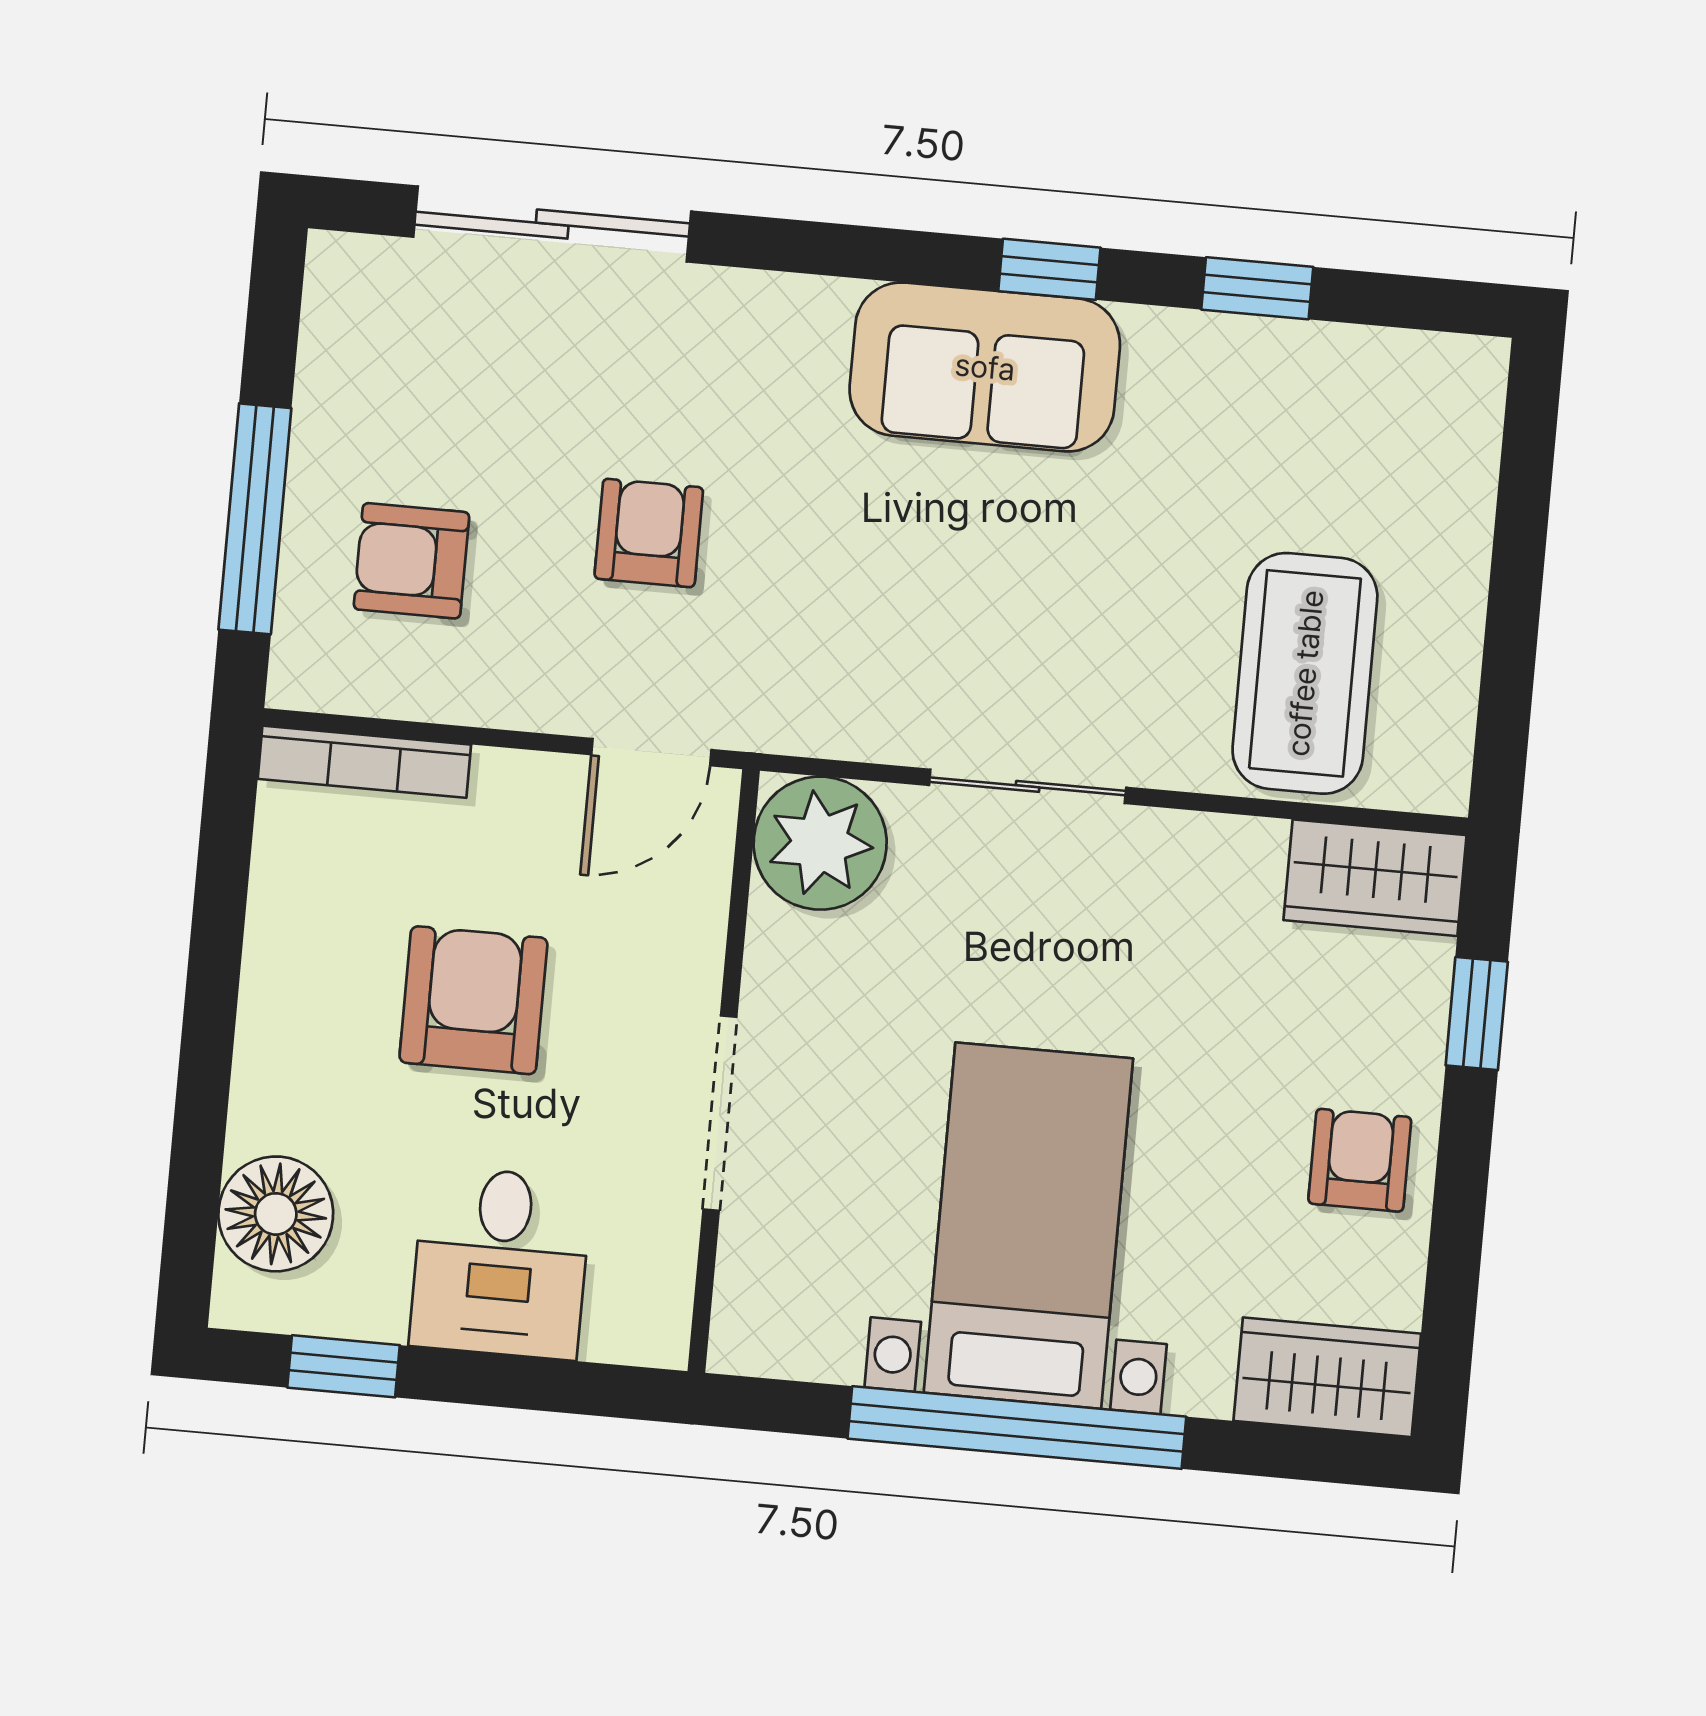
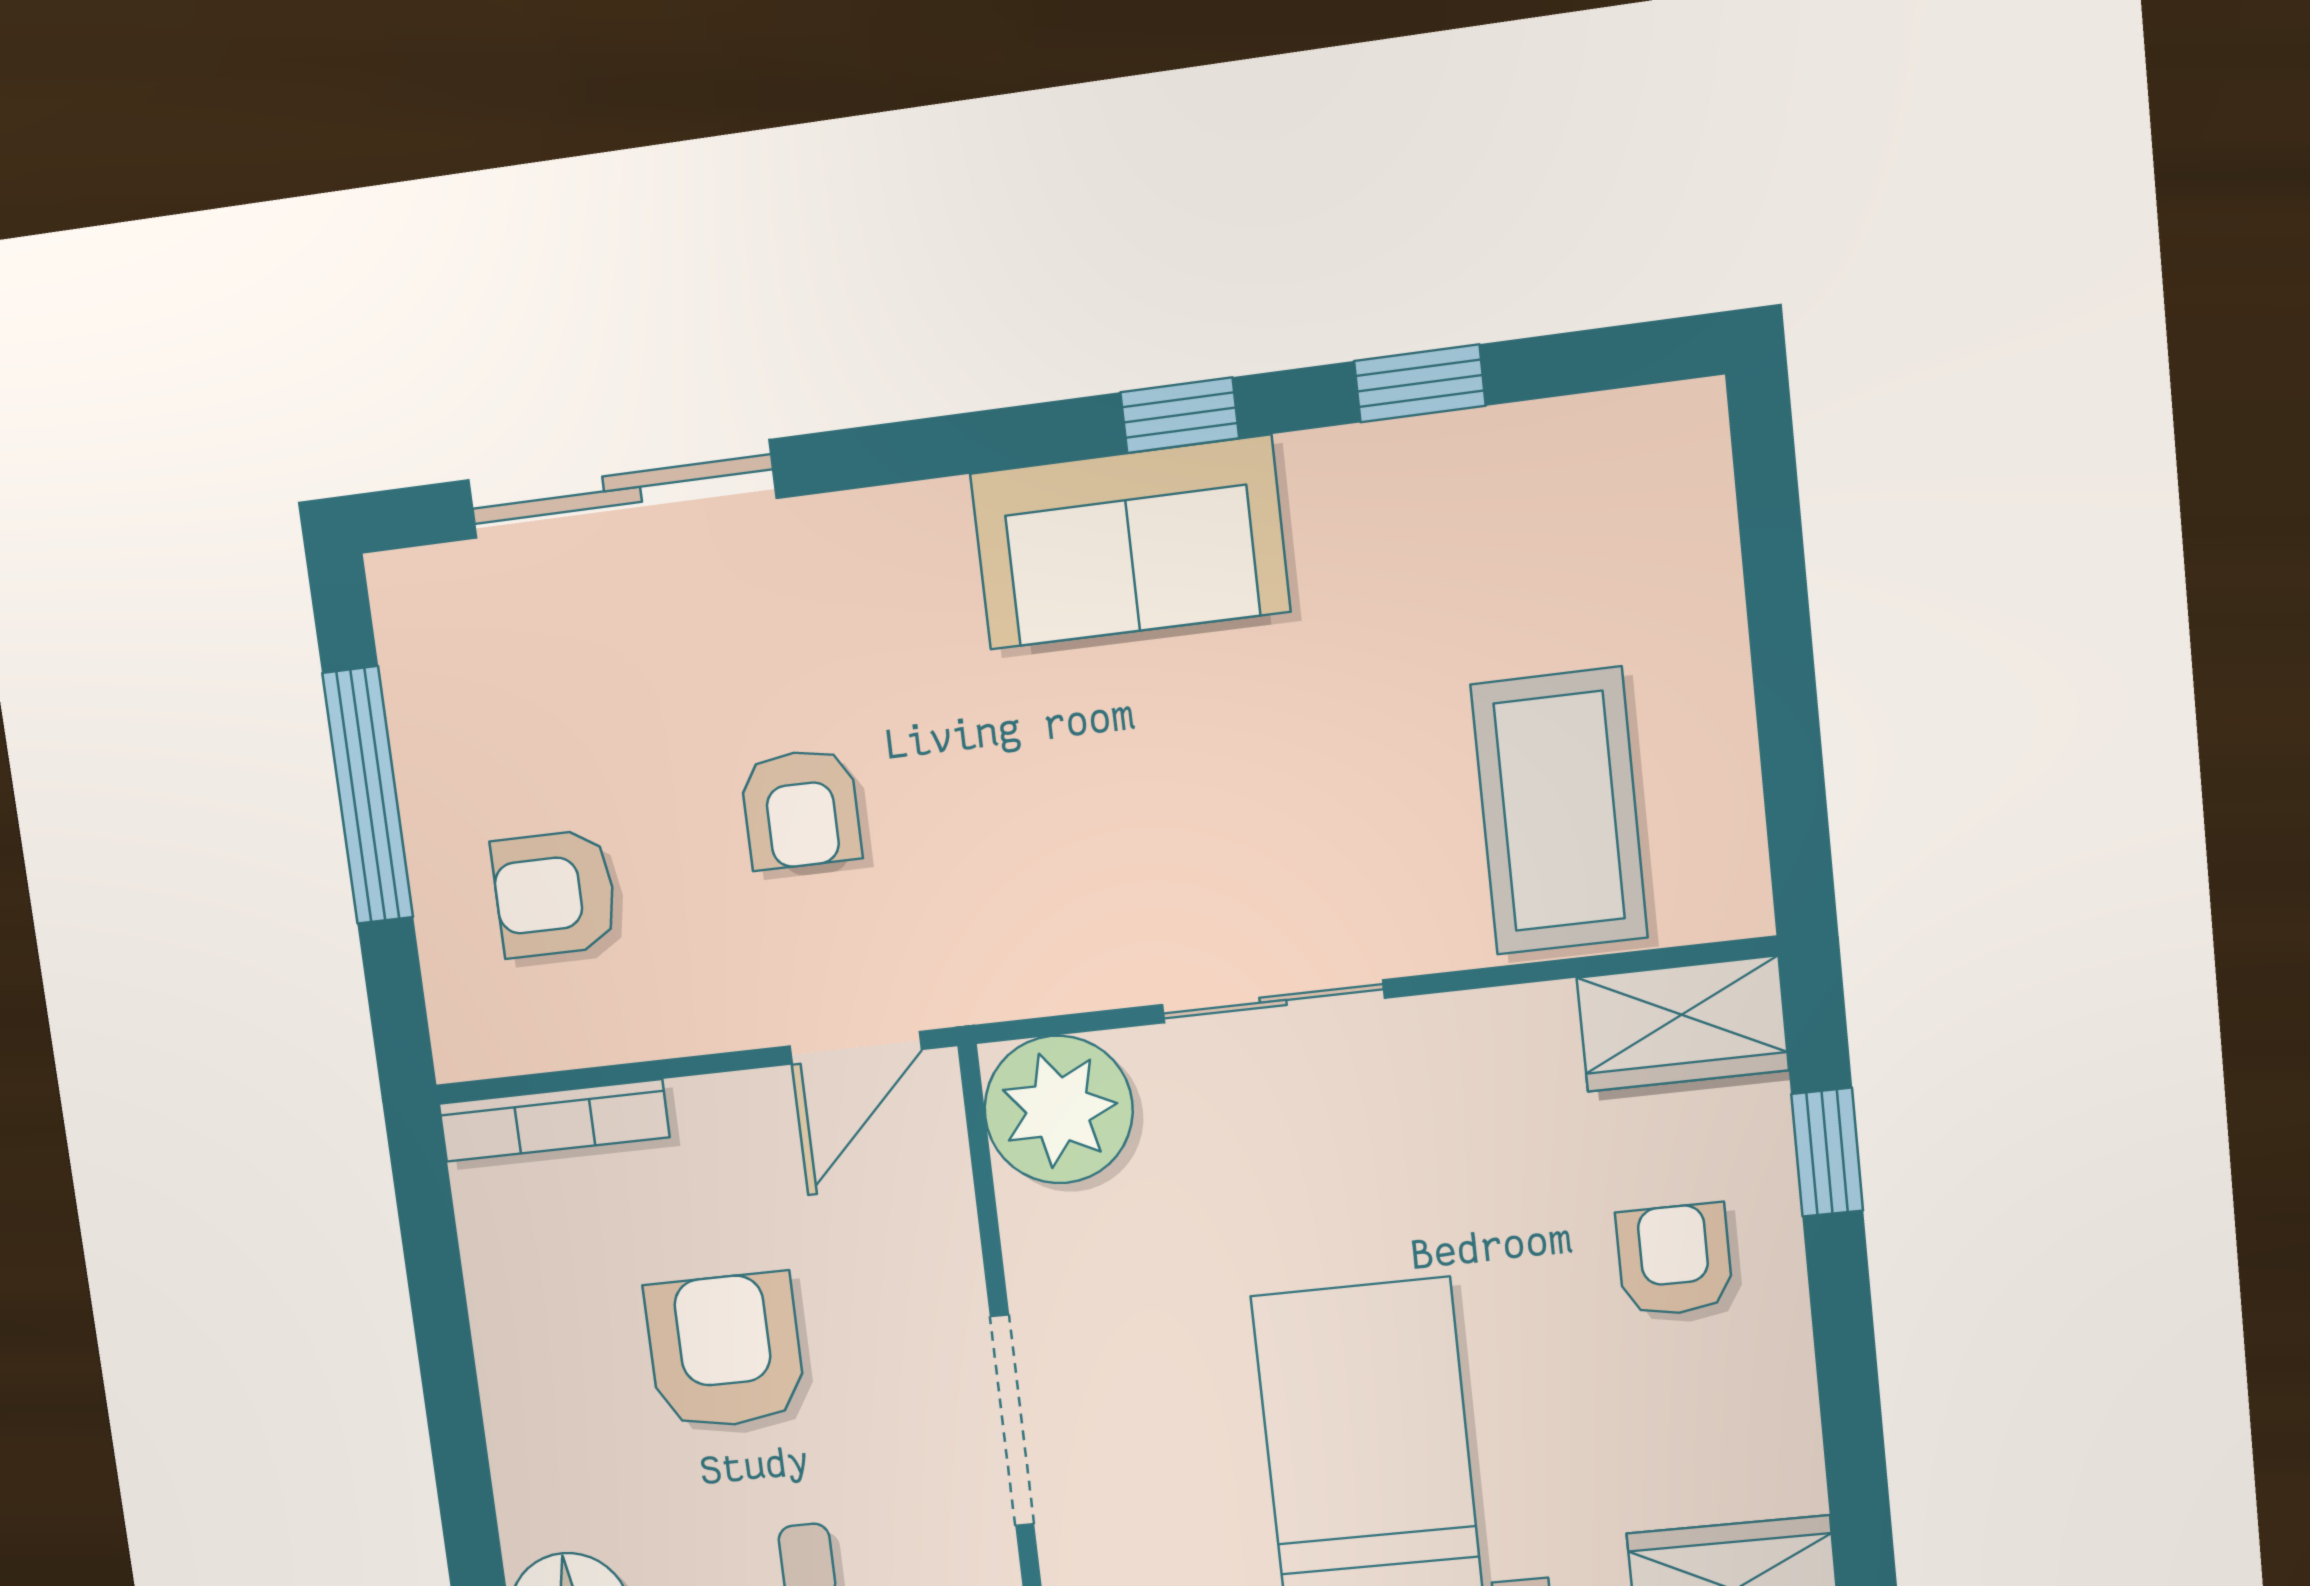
window: (255, 519) -> (368, 795), moved
armchair: (649, 533) -> (801, 809), turned 180
armchair: (1360, 1160) -> (1674, 1260), moved

